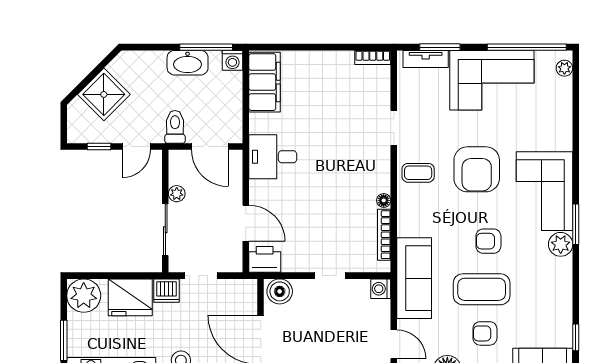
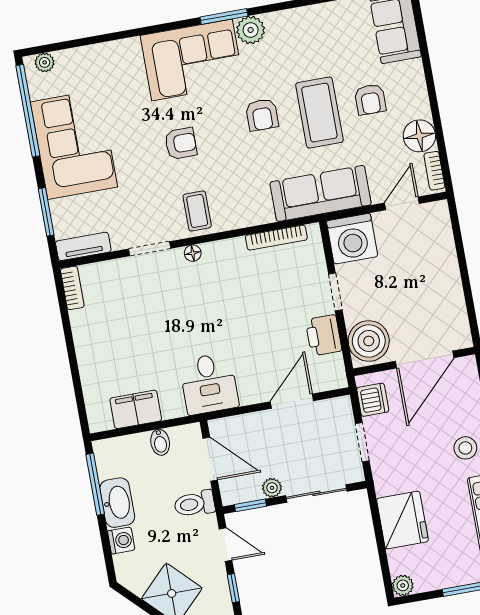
tv unit: (426, 59) -> (83, 246), moved, turned -90
washing machine: (232, 60) -> (121, 540), moved
filing cabinet: (264, 82) -> (136, 409), width x0.67, depth x0.86
bidet: (231, 107) -> (160, 442), added
door: (210, 147) -> (210, 459), hinge flipped
armchair: (477, 169) -> (181, 143), width x0.53, depth x0.53
window: (165, 173) -> (250, 505), added
floor lamp: (384, 200) -> (193, 253), moved
printer: (265, 259) -> (324, 335), moved
washing machine: (381, 289) -> (352, 239), width x1.89, depth x1.89
dishwasher: (167, 291) -> (373, 400), moved
boiler: (280, 291) -> (369, 341), width x1.37, depth x1.37
plant: (84, 296) -> (403, 585), width x0.53, depth x0.53

